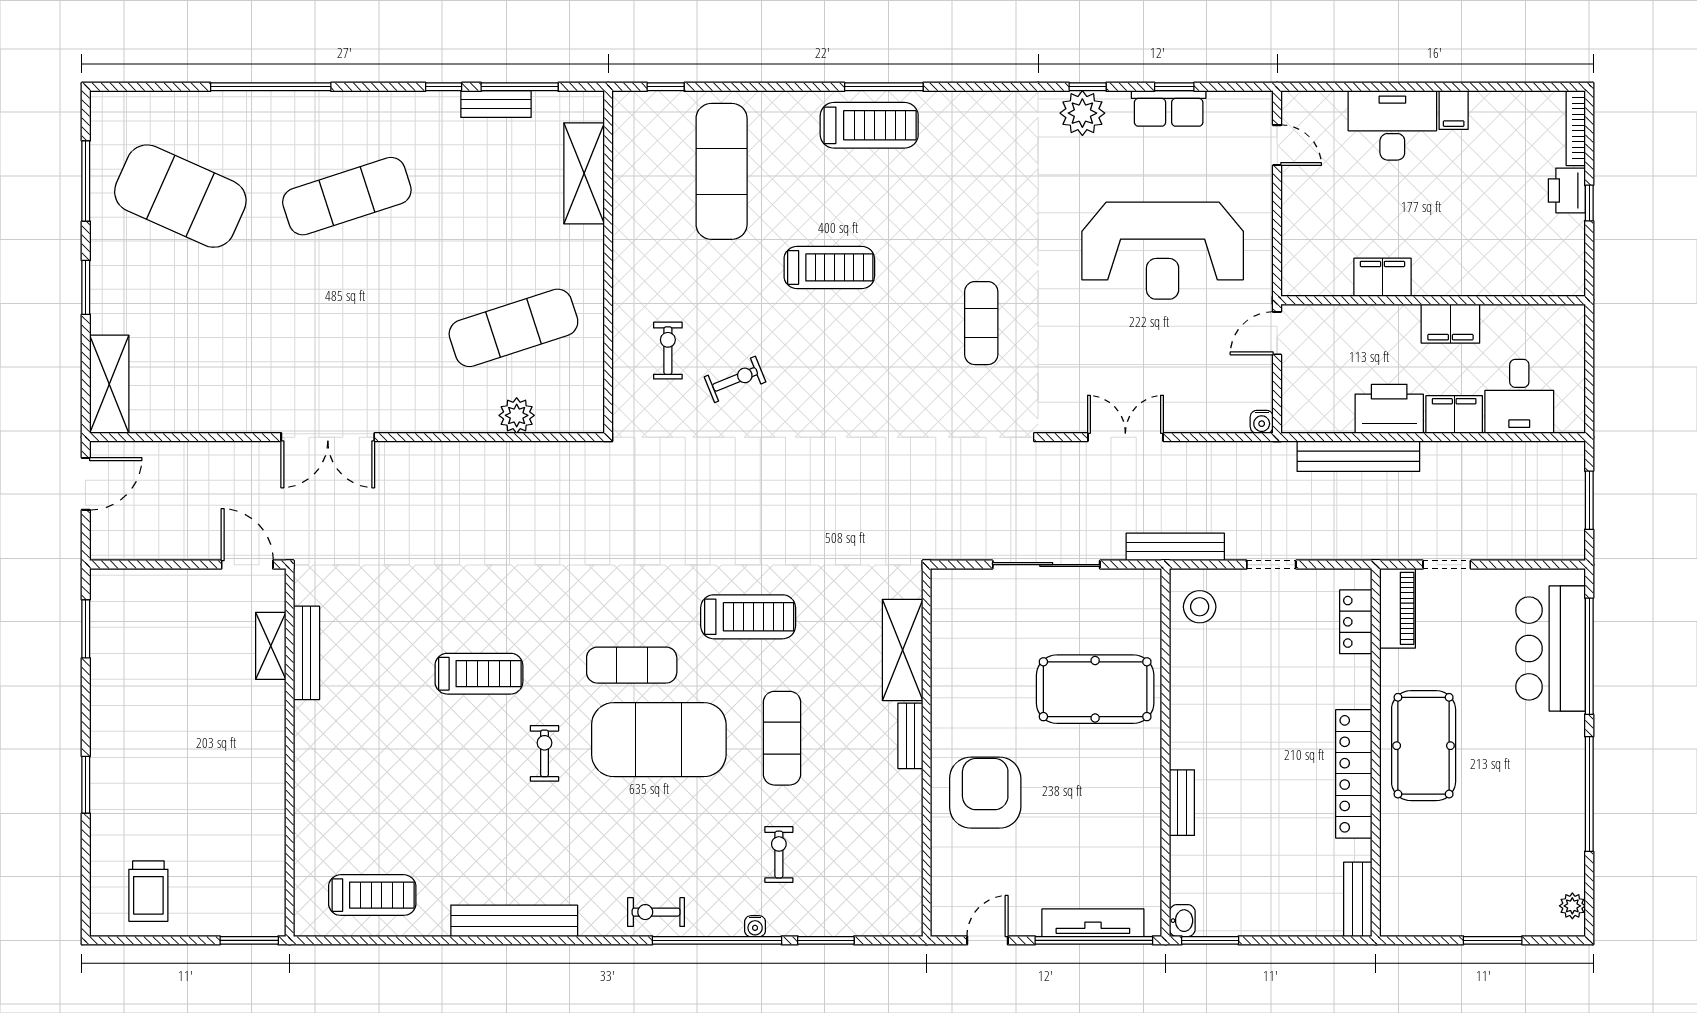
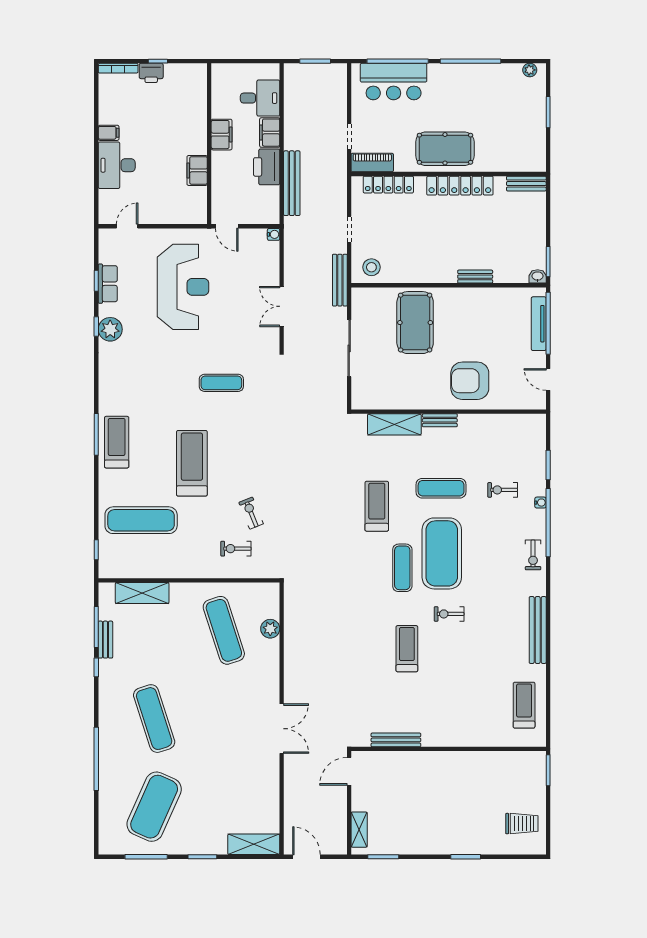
treadmill: (829, 267) -> (192, 463), width x1.37, depth x1.38
locker: (1356, 622) -> (388, 185), width x1.53
shelving: (271, 646) -> (359, 830), moved, turned 90

